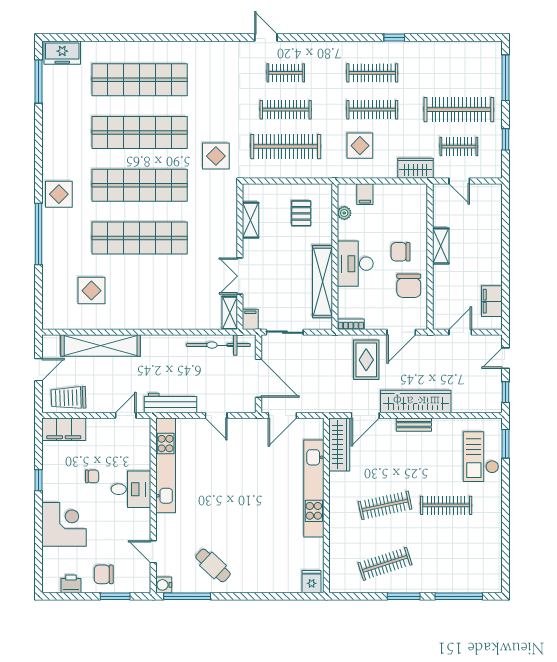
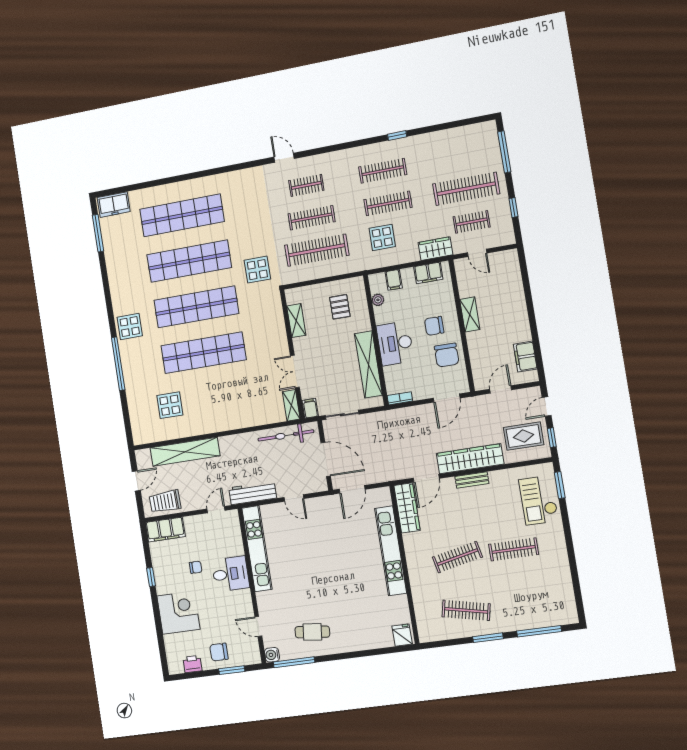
filing cabinet: (404, 193) -> (428, 273), added
rug: (366, 360) -> (524, 436), moved, turned 90
clothes rail: (385, 564) -> (466, 610), turned 30
cafe table: (213, 565) -> (312, 632), turned -37

